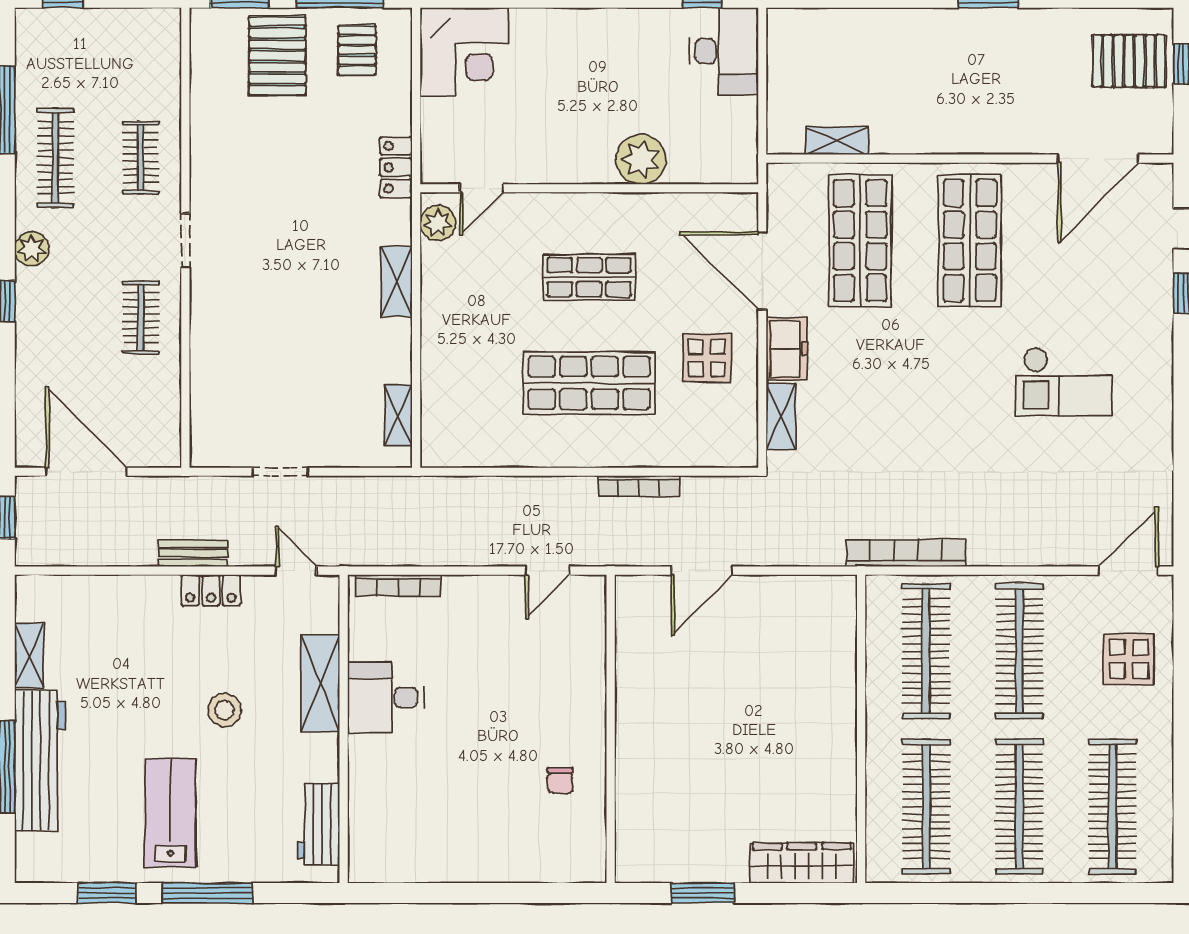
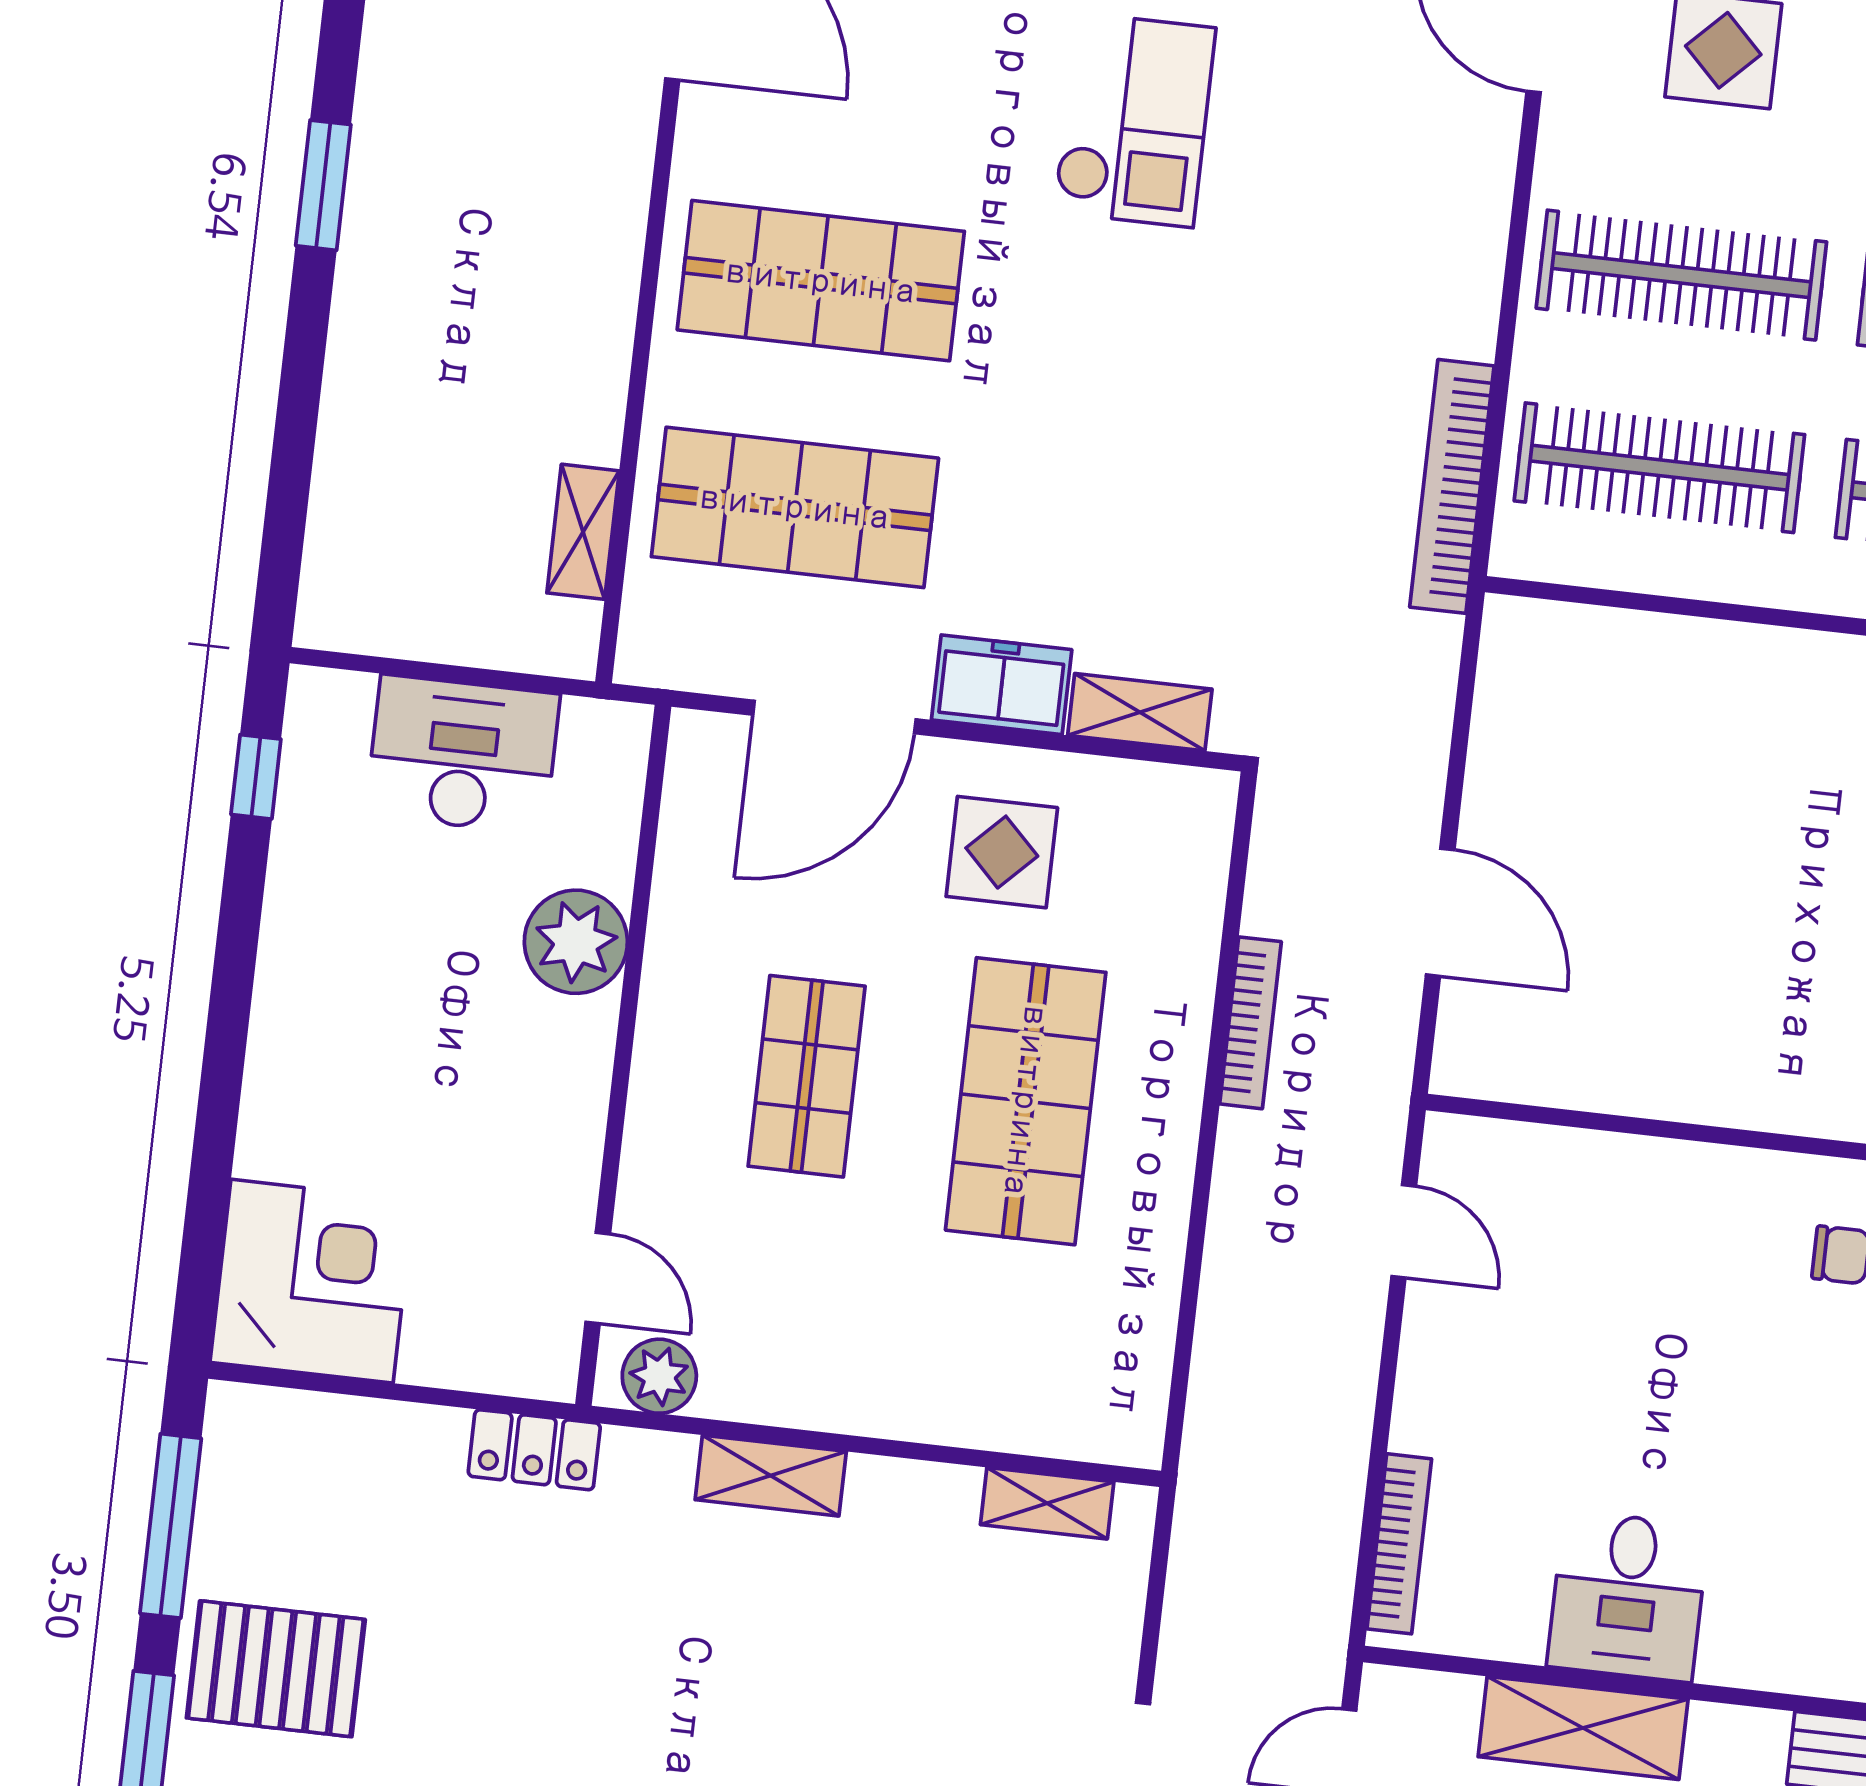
pallet: (357, 50) -> (283, 1503), removed
desk: (724, 51) -> (463, 755), moved

